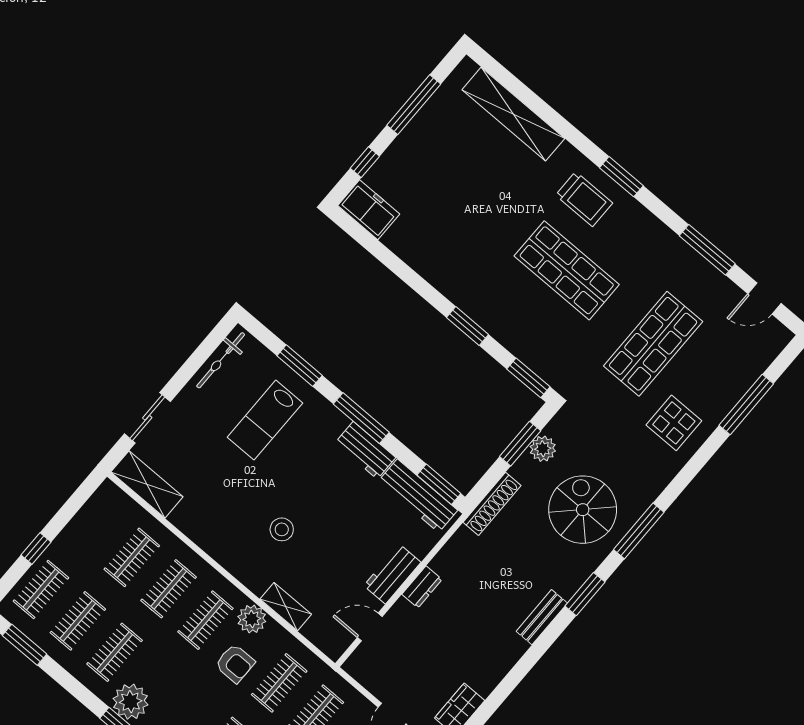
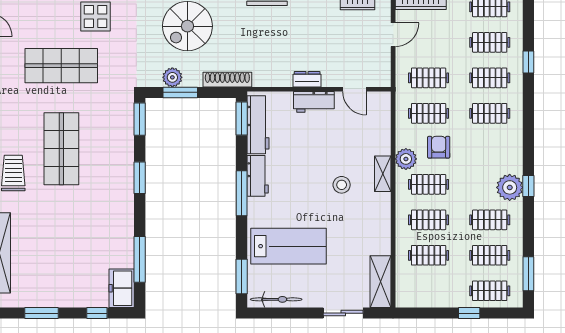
window: (414, 105) -> (41, 313), width x0.69
window: (383, 254) -> (140, 259), added
window: (300, 366) -> (242, 277), moved
lab bench: (265, 420) -> (288, 246), width x1.36, depth x1.39
shelving: (286, 607) -> (383, 174), moved

